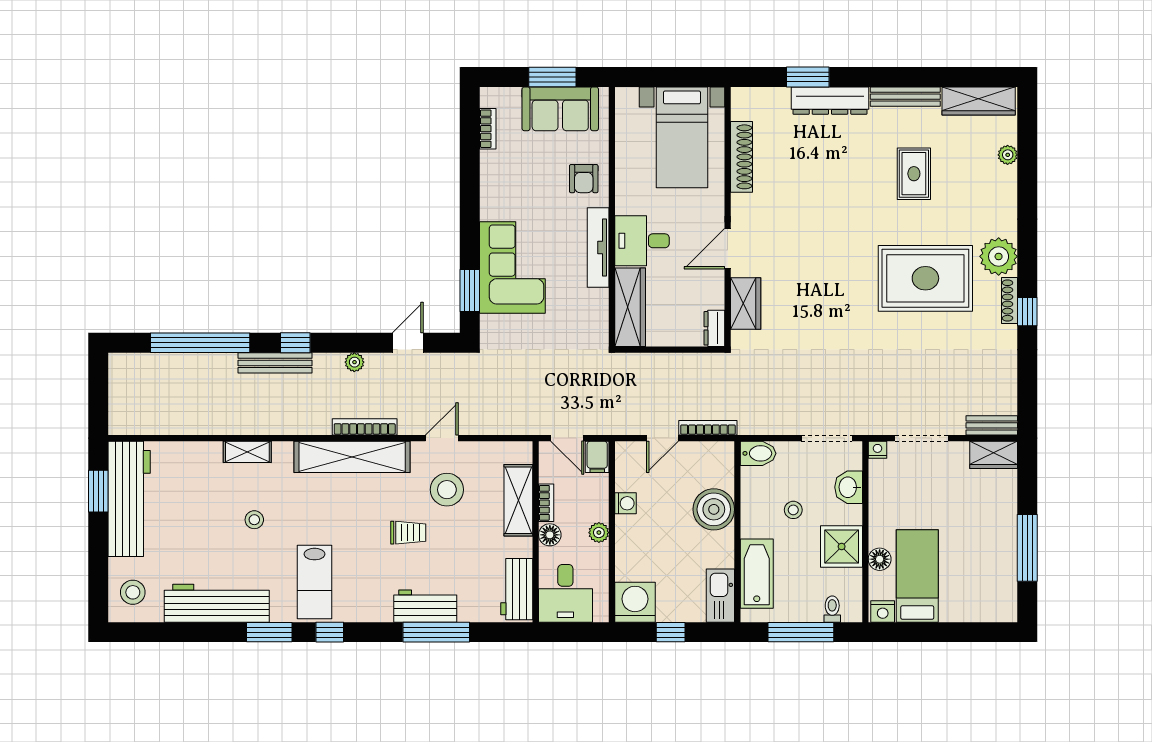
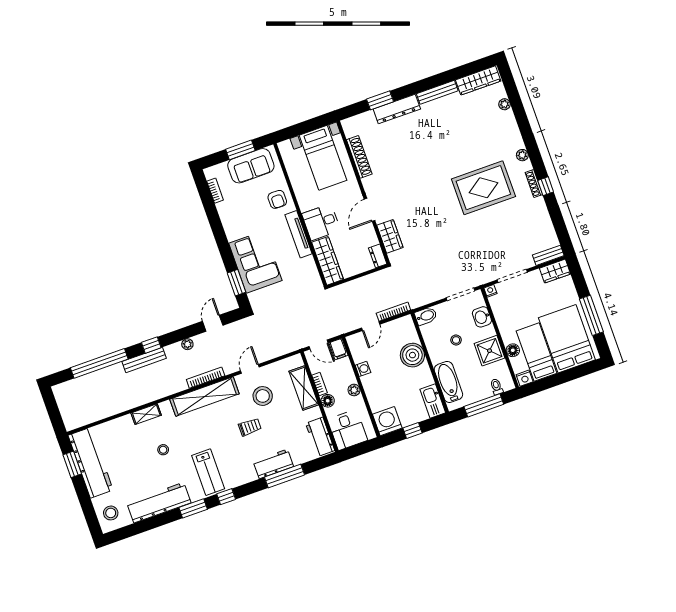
rug: (914, 174) -> (457, 133), removed
plant: (999, 256) -> (522, 155), width x0.53, depth x0.53
bed: (974, 572) -> (567, 339), added

